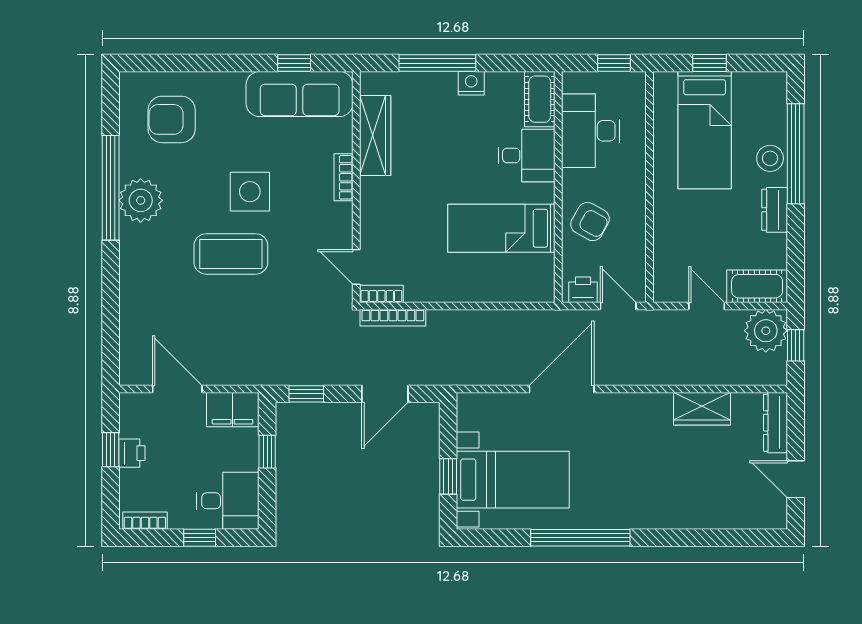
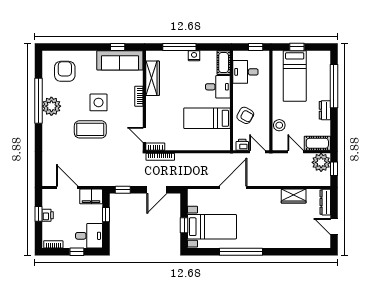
armchair: (172, 119) -> (65, 71), turned 90
desk: (591, 131) -> (245, 72), width x0.73
stool: (770, 158) -> (279, 125), moved

